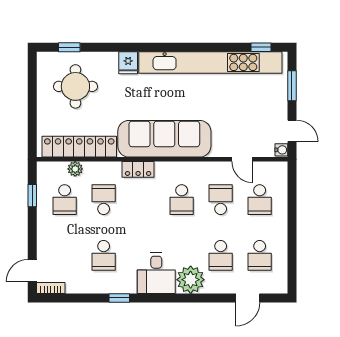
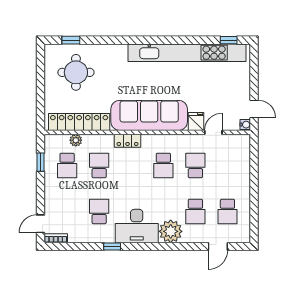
fridge: (128, 63) -> (196, 121), moved, turned 180
window: (292, 86) -> (254, 72), removed
door: (242, 159) -> (213, 132), swing flipped
school desk: (260, 200) -> (227, 165), removed
school desk: (104, 255) -> (99, 211), turned 180
desk: (156, 273) -> (137, 226), width x1.37

